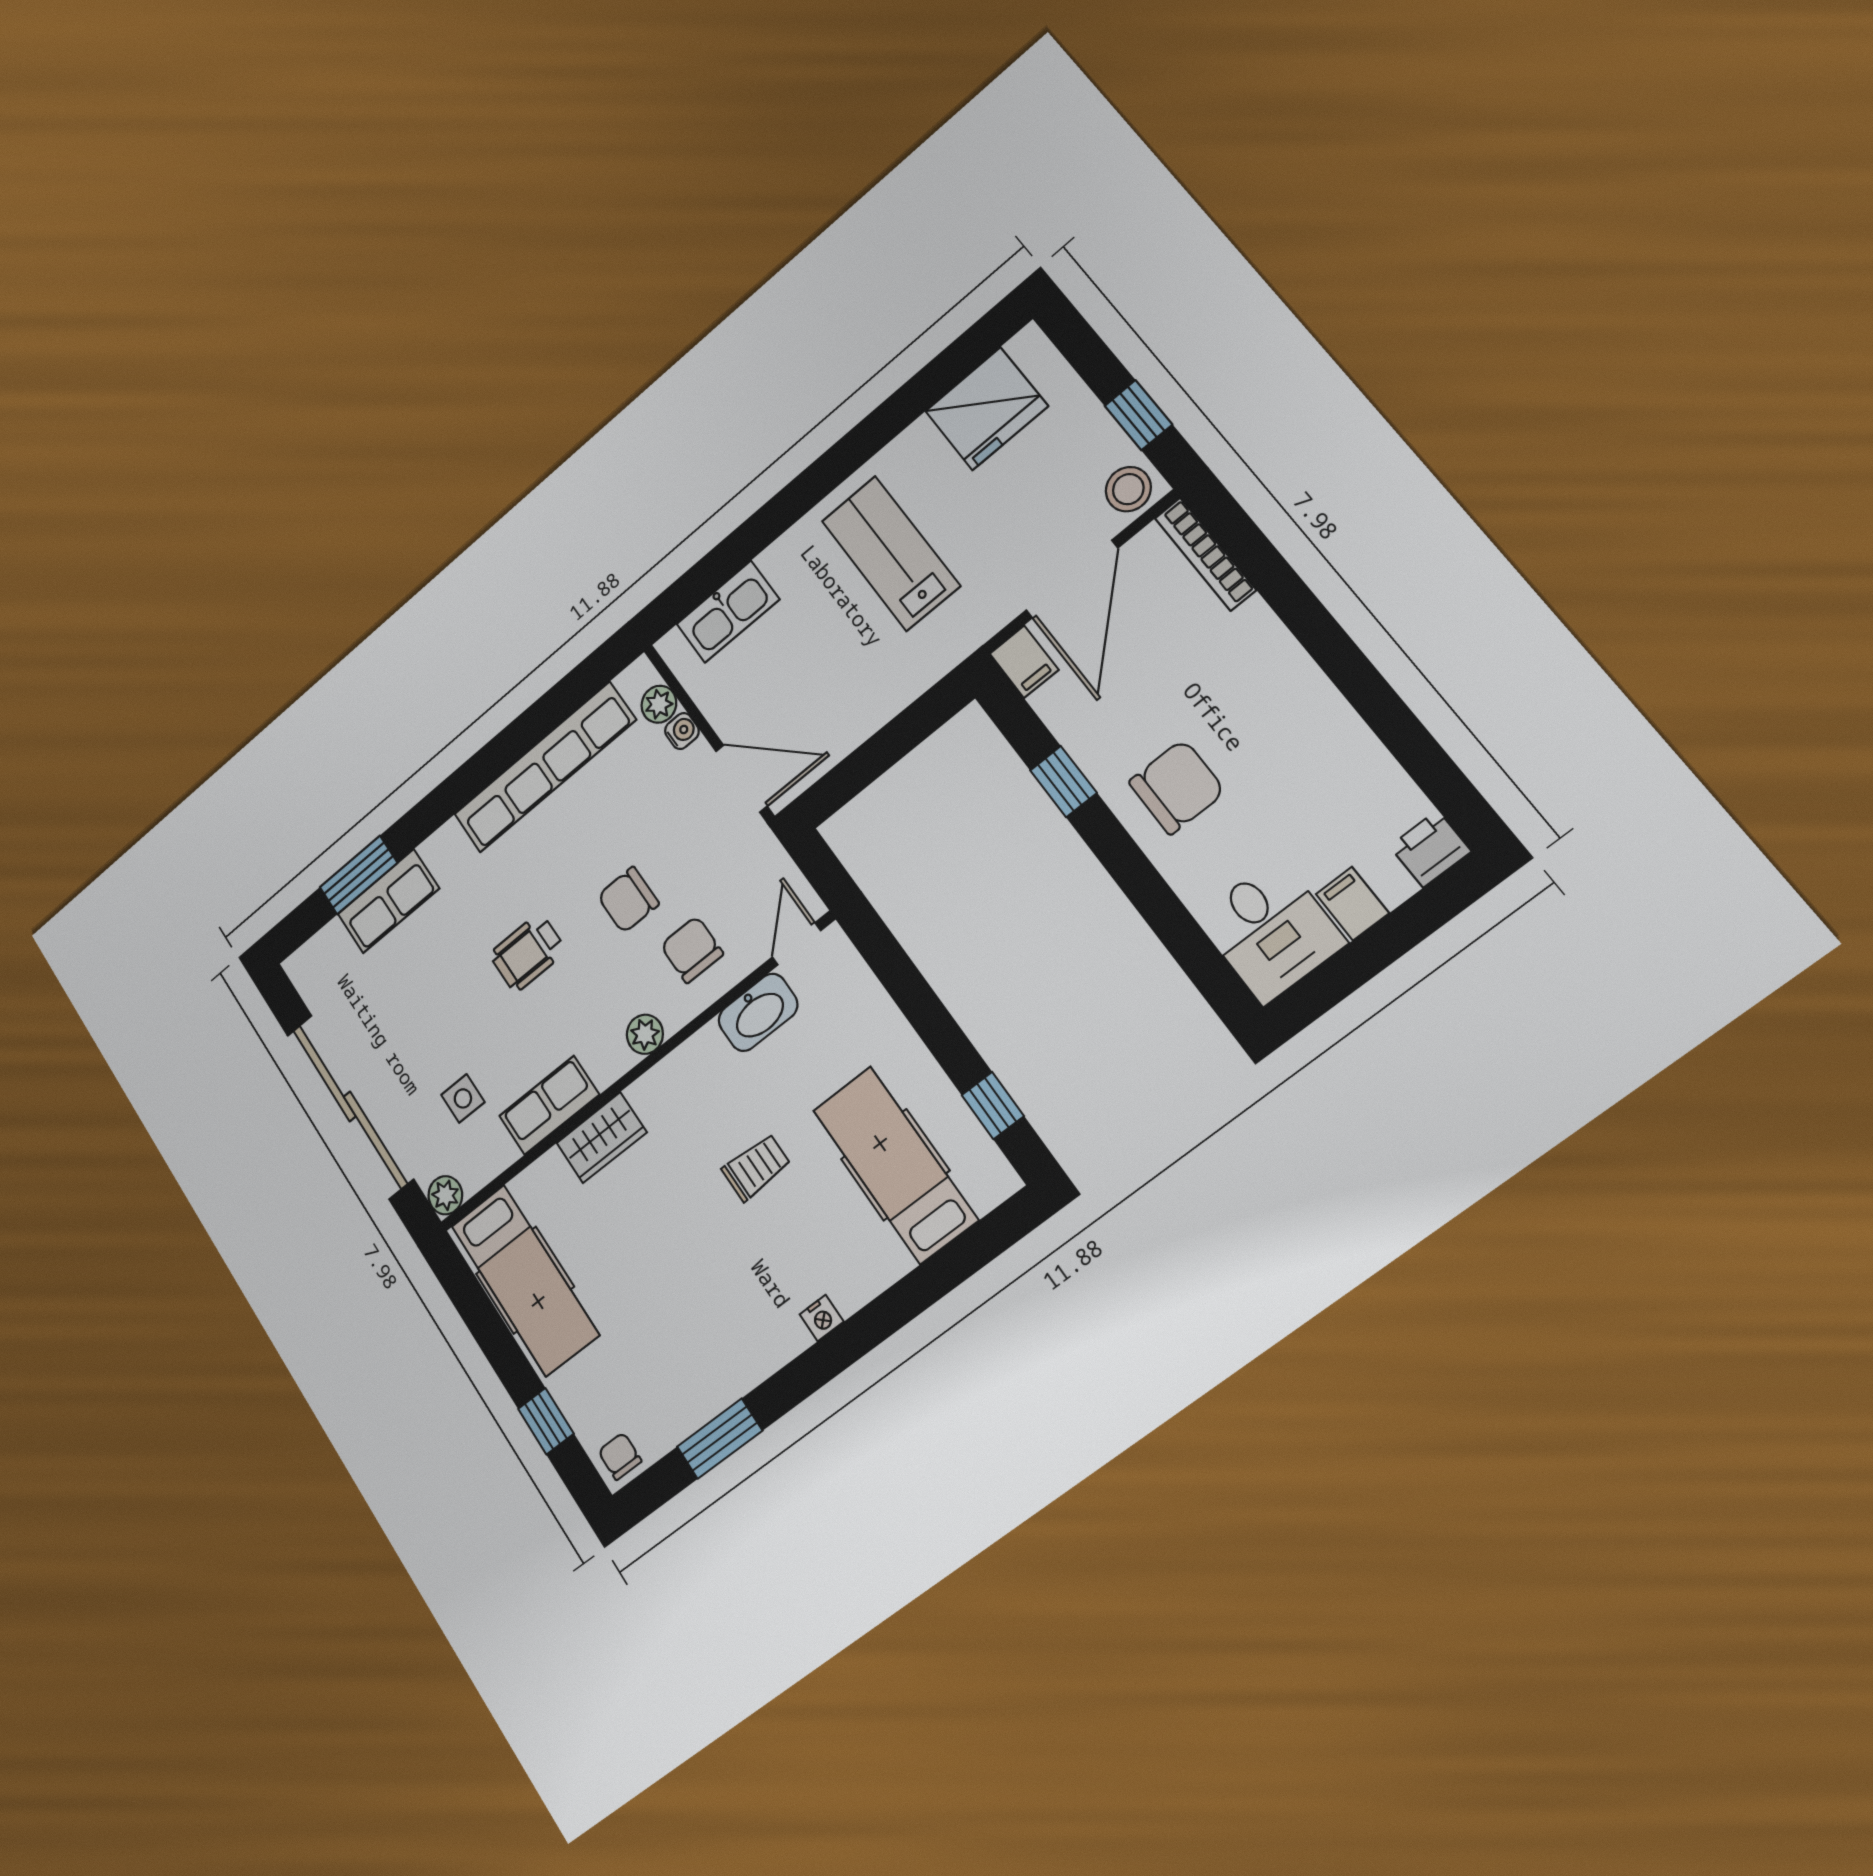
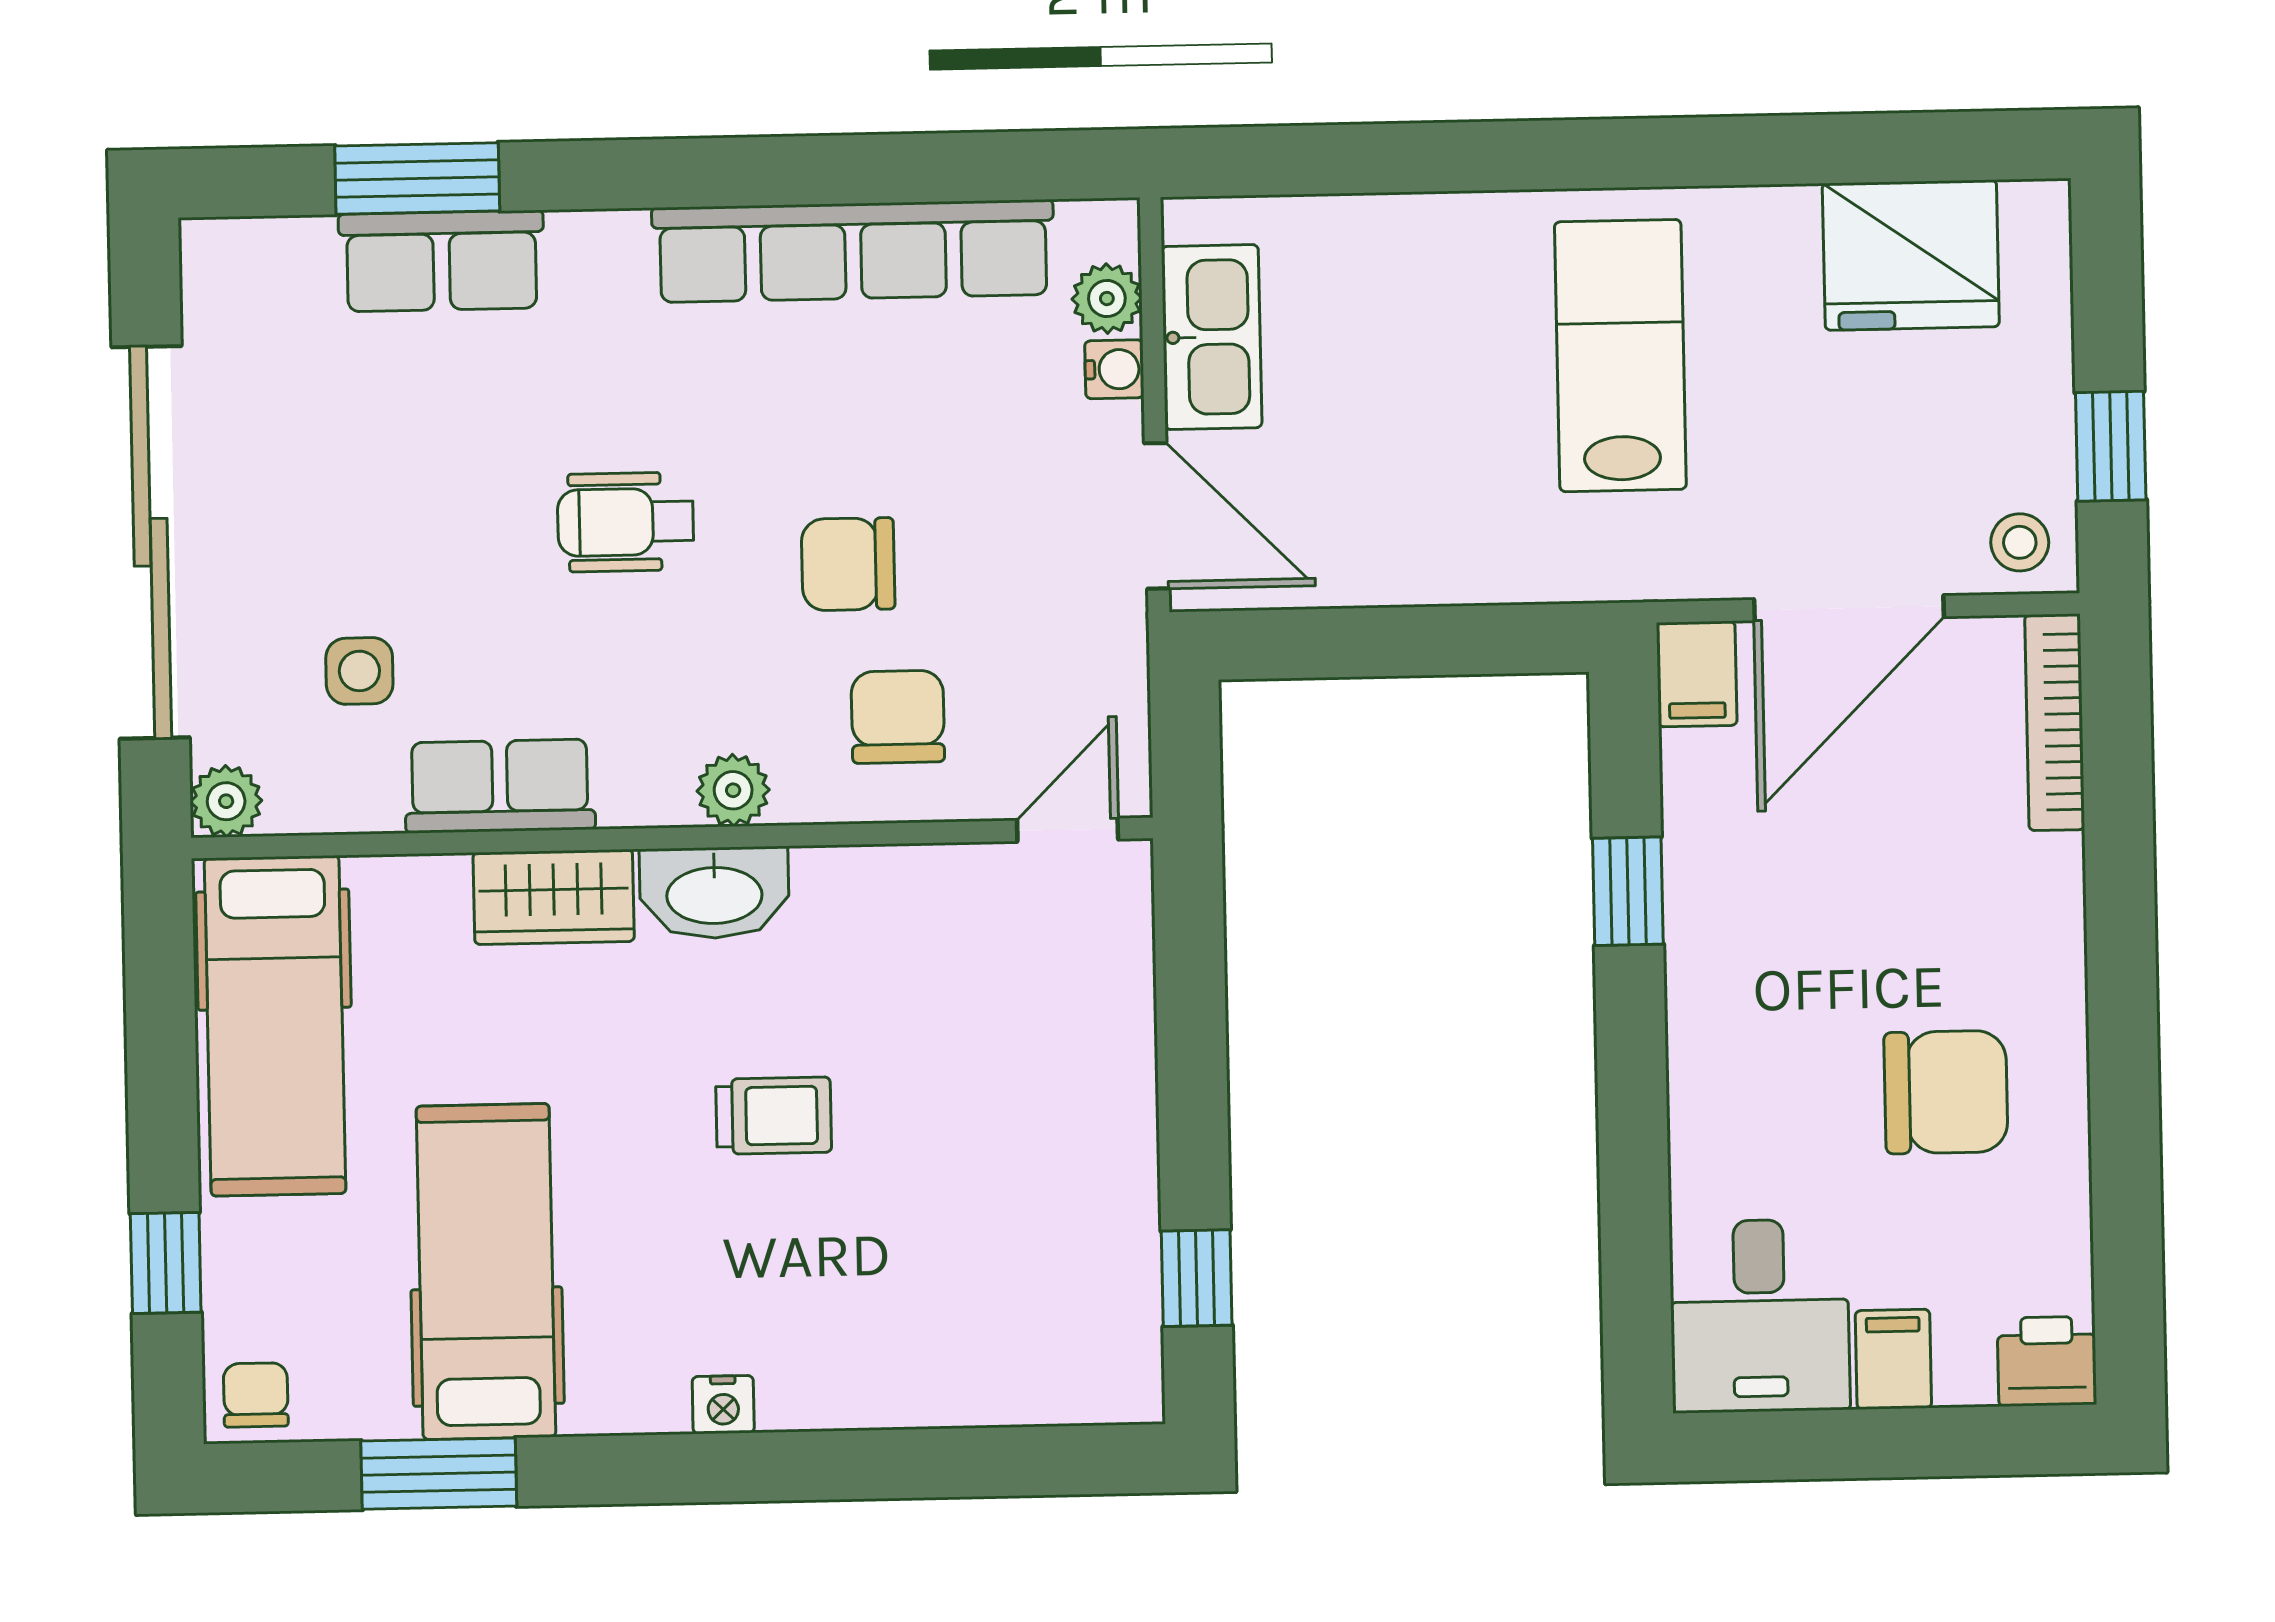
stool: (1128, 489) -> (2020, 542), width x0.73, depth x0.73
kitchen sink: (728, 612) -> (1212, 337), moved, turned -90
chair: (1177, 787) -> (1946, 1092), moved
washbasin: (758, 1012) -> (714, 893), moved
hospital bed: (895, 1165) -> (486, 1272), moved

